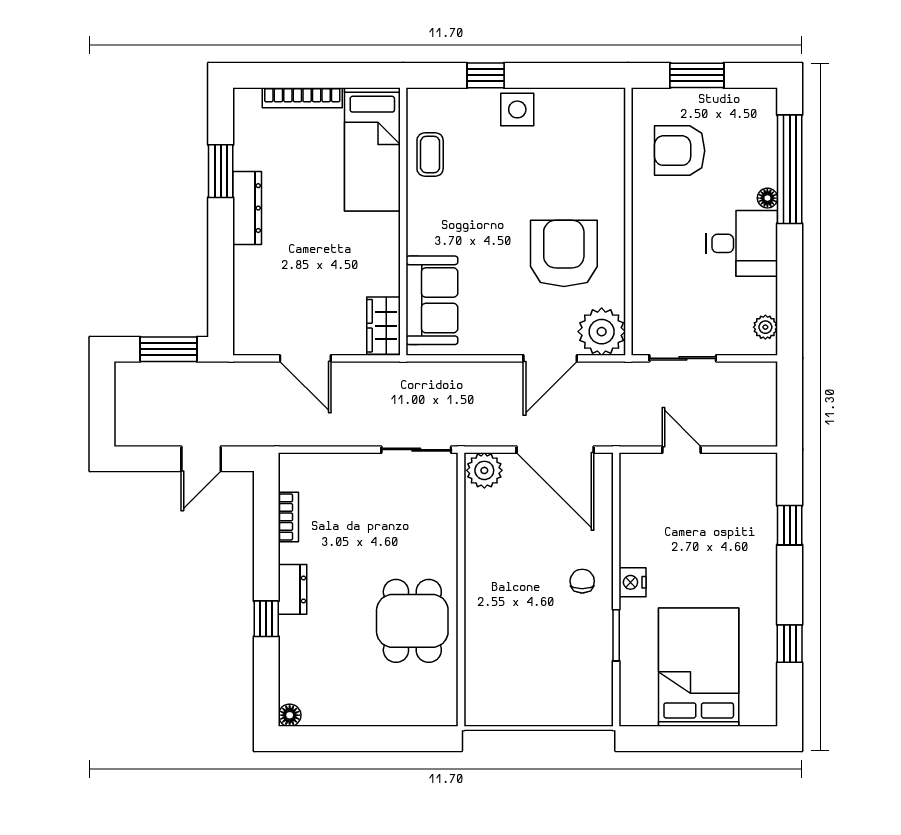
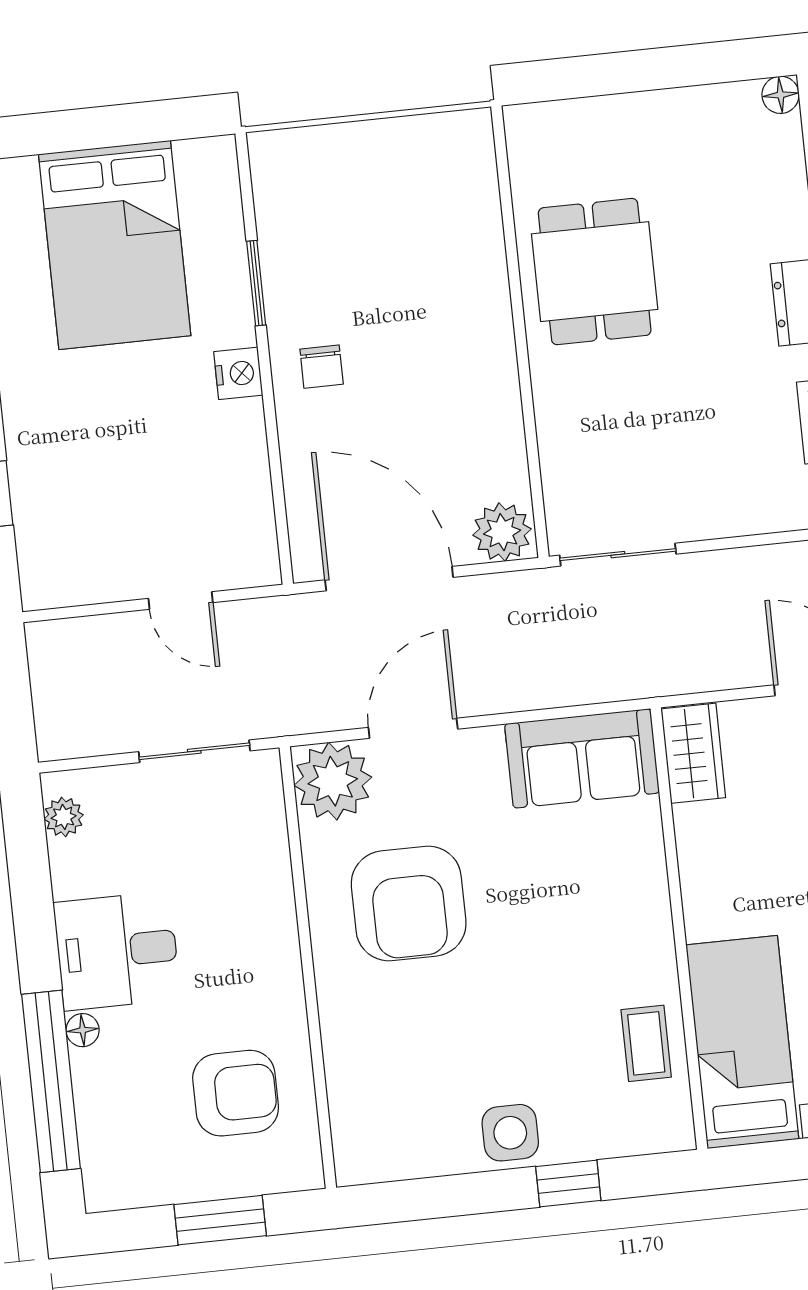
sofa: (432, 300) -> (582, 758), moved, turned -90

